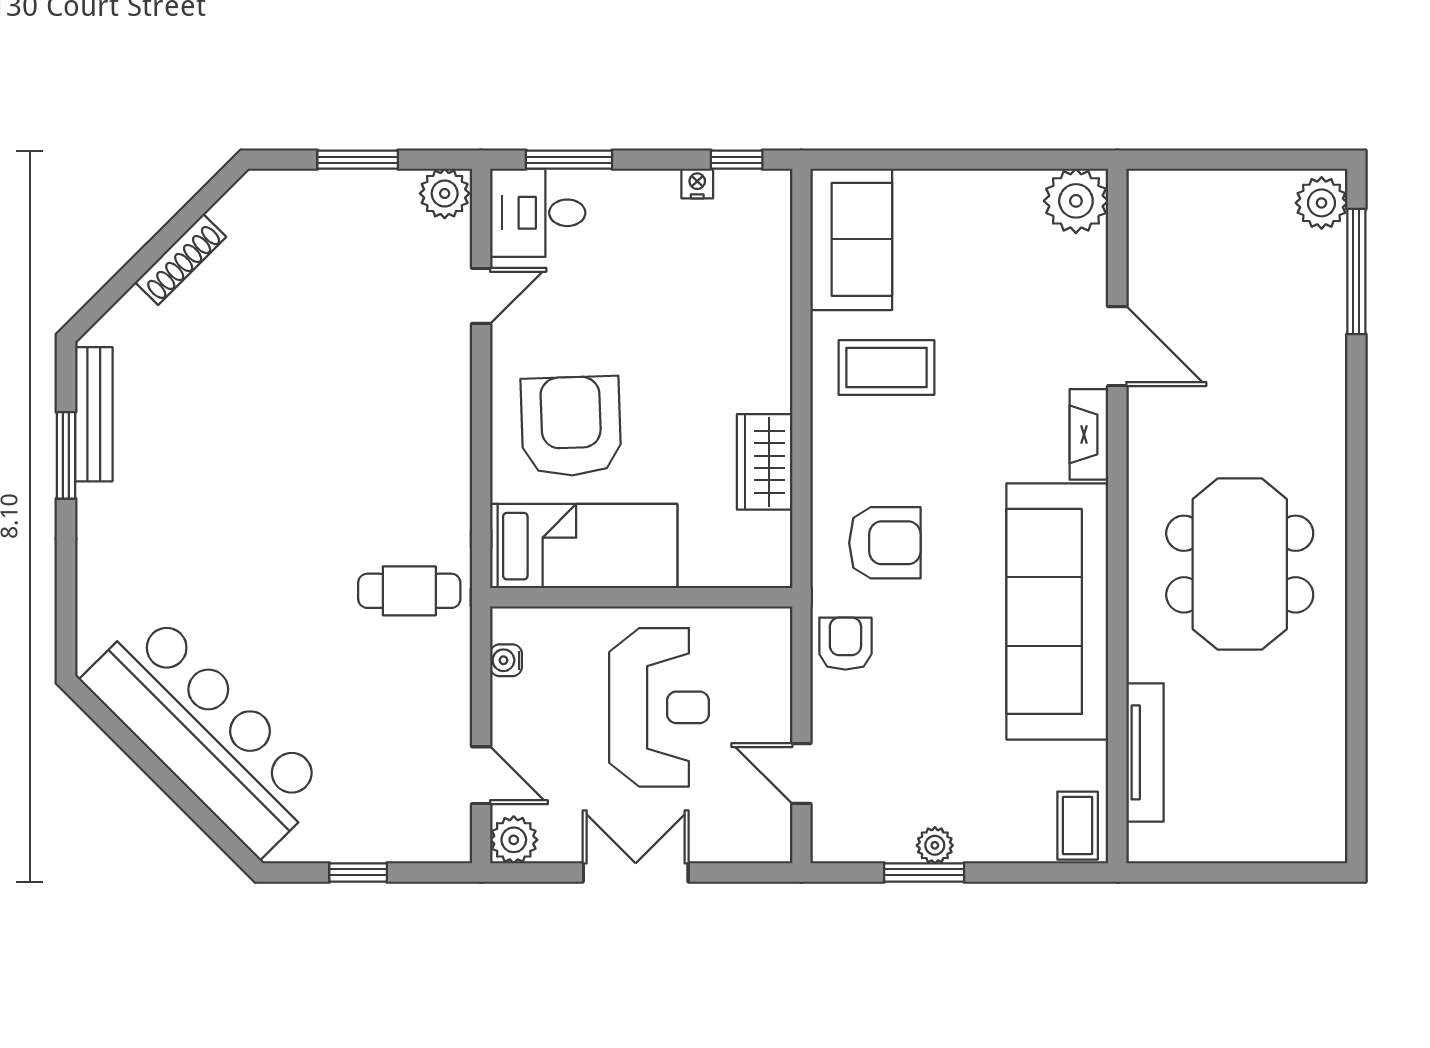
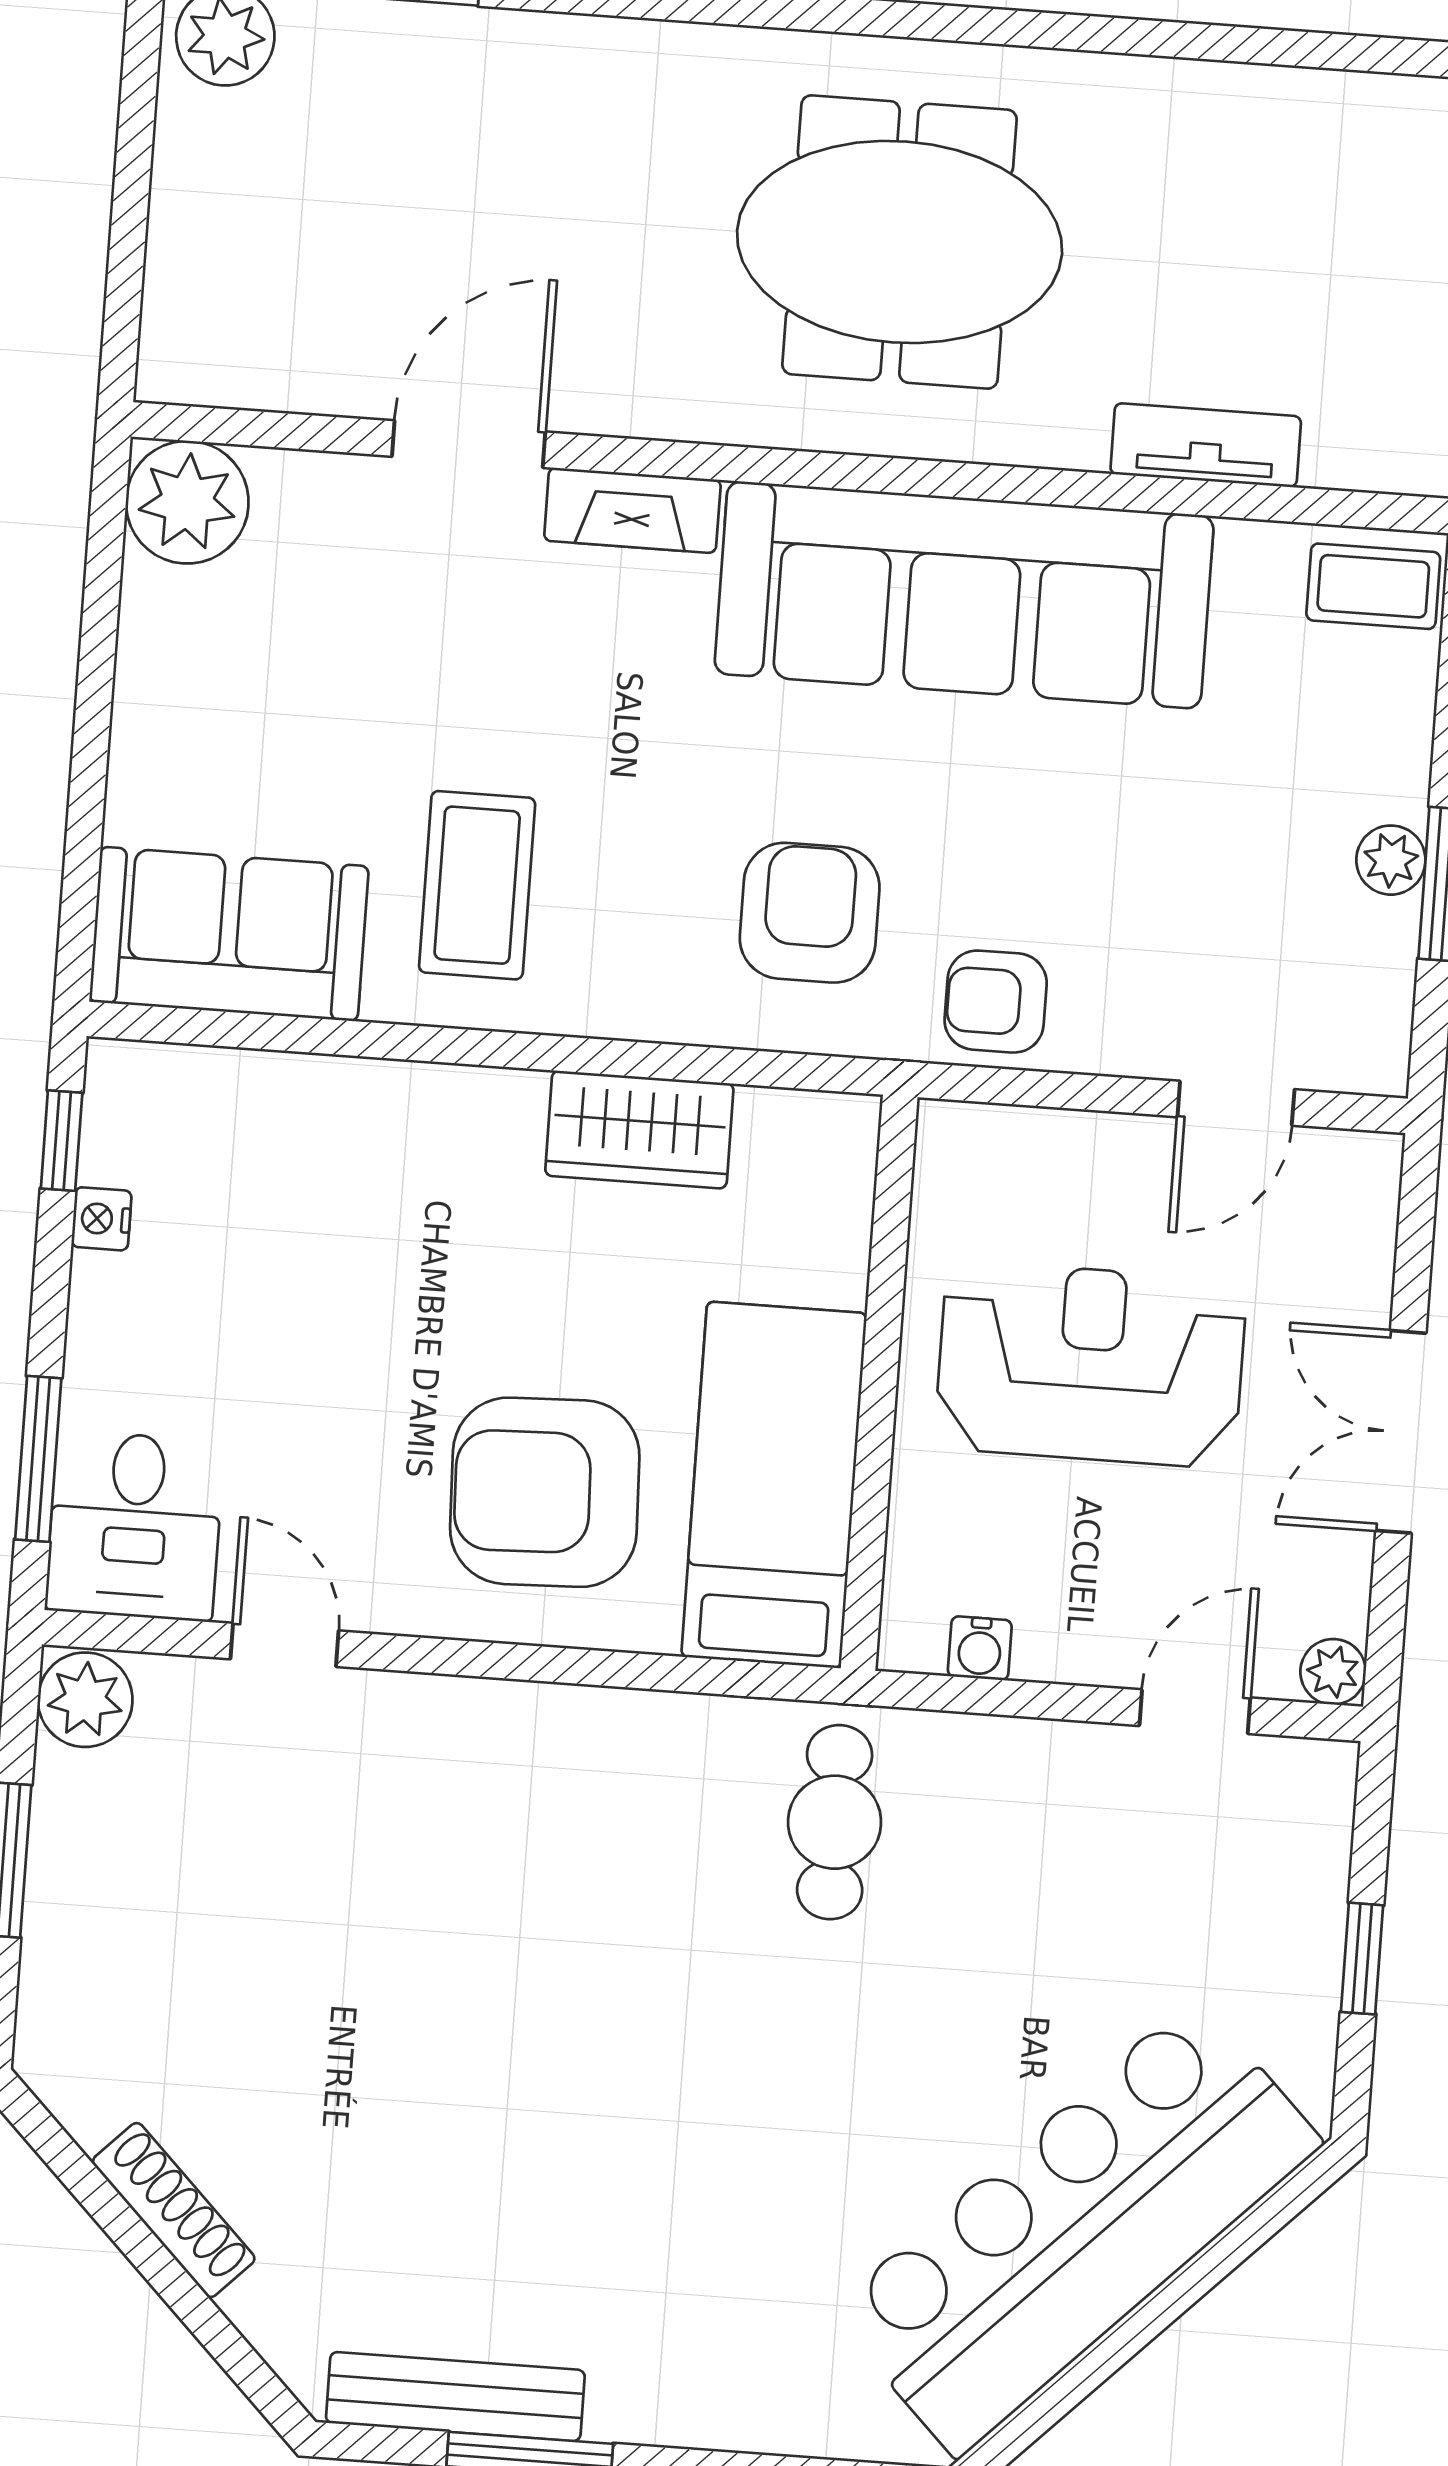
tv unit: (1145, 752) -> (1206, 445), width x0.71
plant: (514, 840) -> (1333, 1672), width x0.73, depth x0.73

